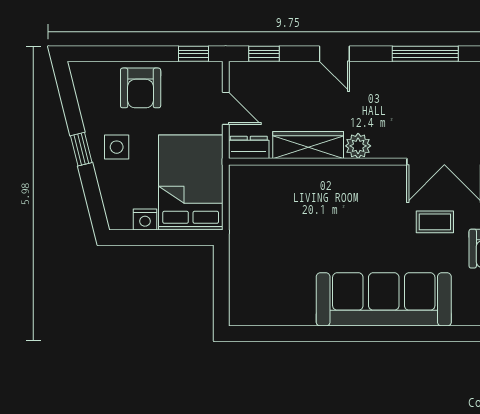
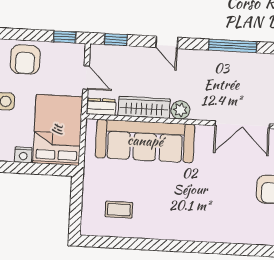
coffee table: (435, 222) -> (119, 210), moved
sofa: (384, 299) -> (145, 141), moved, turned 180

